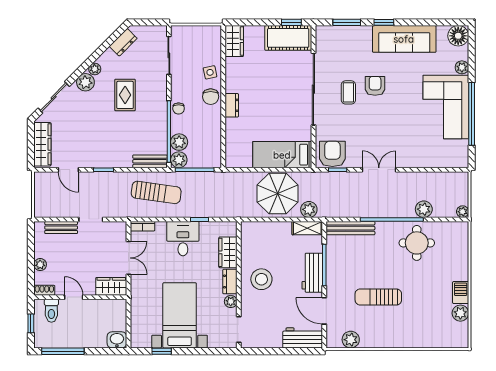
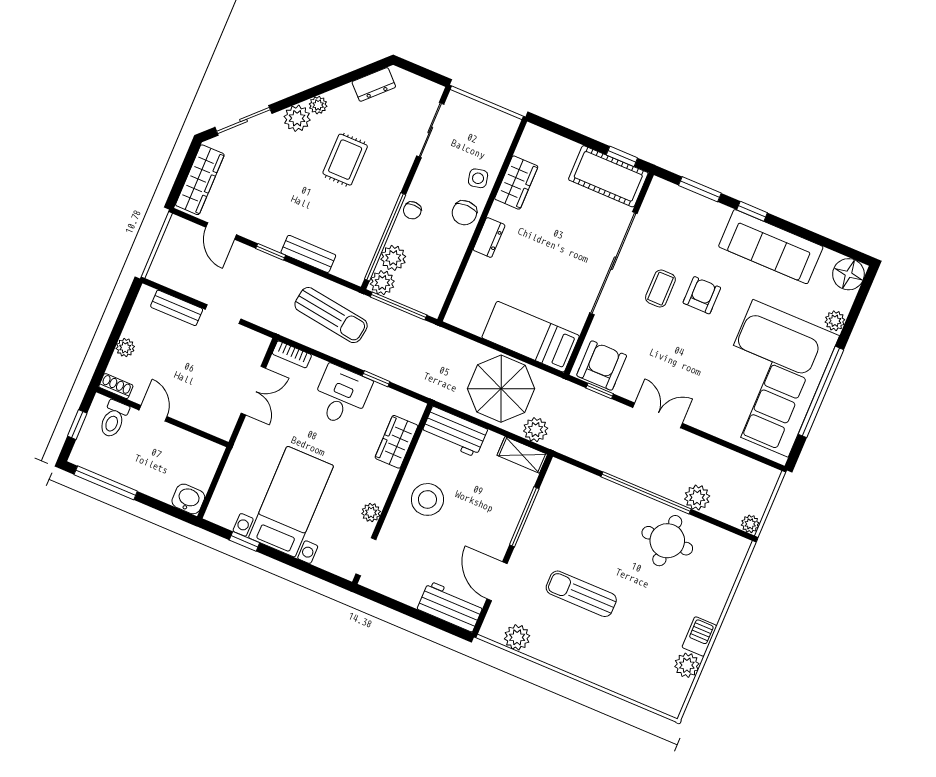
wardrobe: (234, 41) -> (516, 183), moved
corner sofa: (446, 107) -> (771, 378), width x1.36, depth x1.36
bench: (150, 161) -> (308, 254), moved
bench: (350, 228) -> (583, 480), removed
workbench: (312, 273) -> (454, 432), moved, turned -90
dresser: (230, 282) -> (382, 484), removed
wardrobe: (111, 286) -> (212, 420), removed

